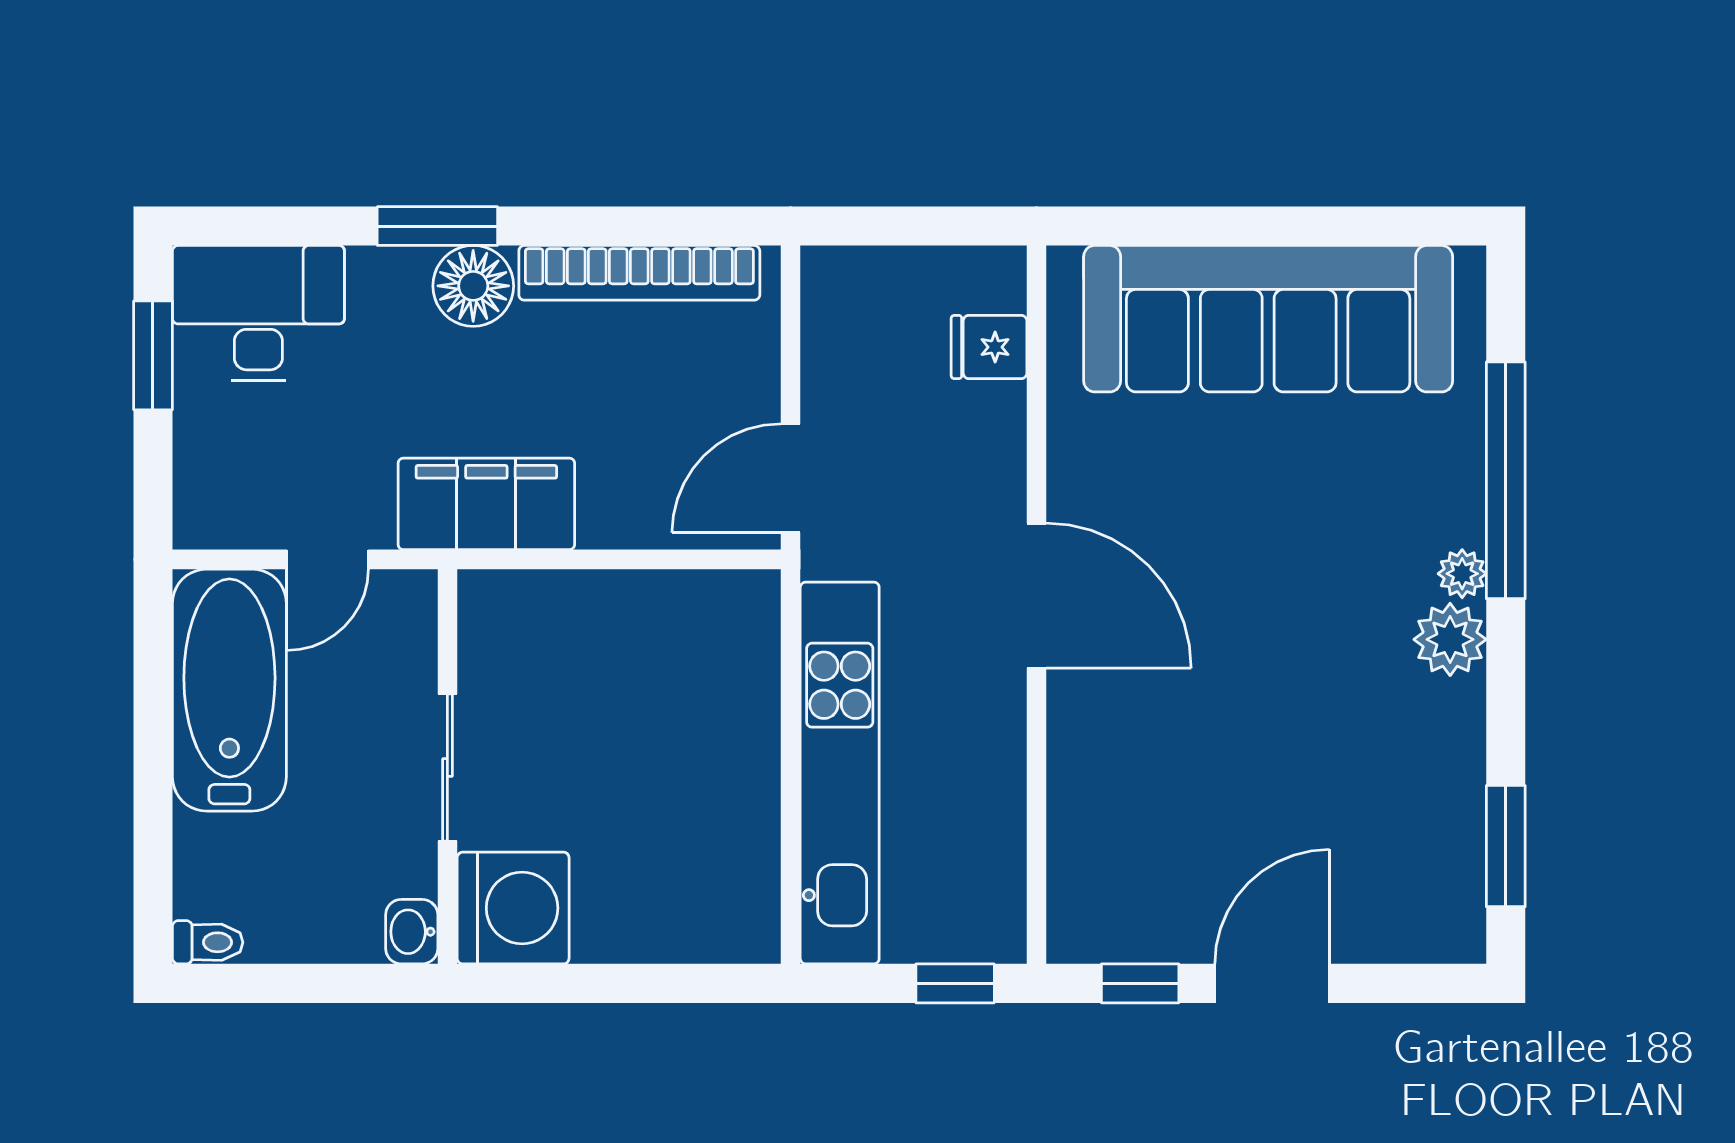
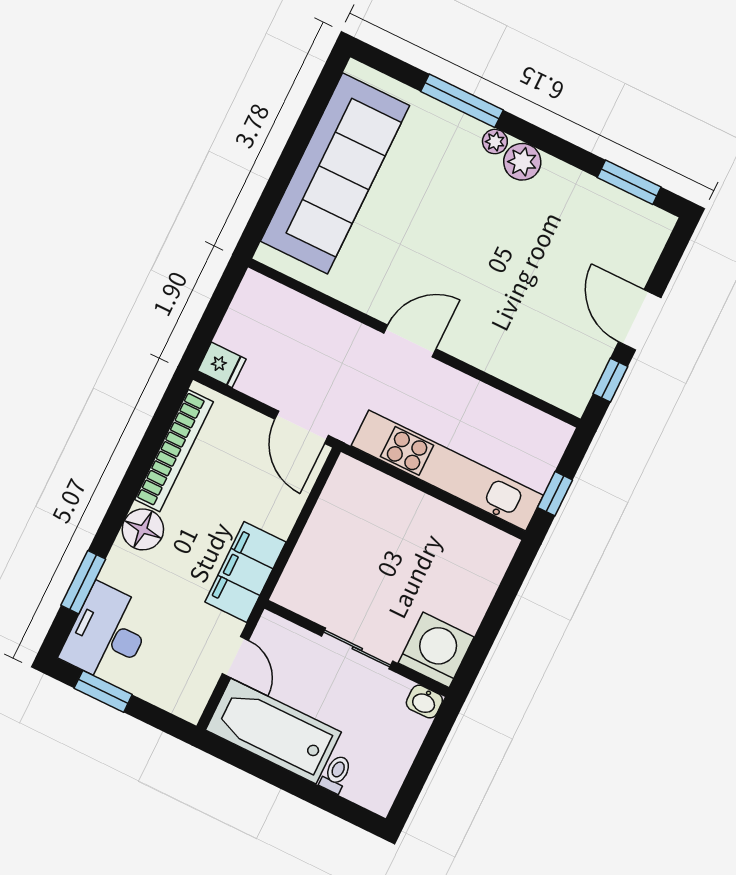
window: (437, 226) -> (83, 582), moved
fridge: (989, 347) -> (222, 365), moved, turned -90
window: (1506, 480) -> (462, 101), width x0.68
door: (1036, 596) -> (410, 341), width x0.73
toilet: (208, 942) -> (336, 774), moved
window: (955, 983) -> (555, 494), moved

